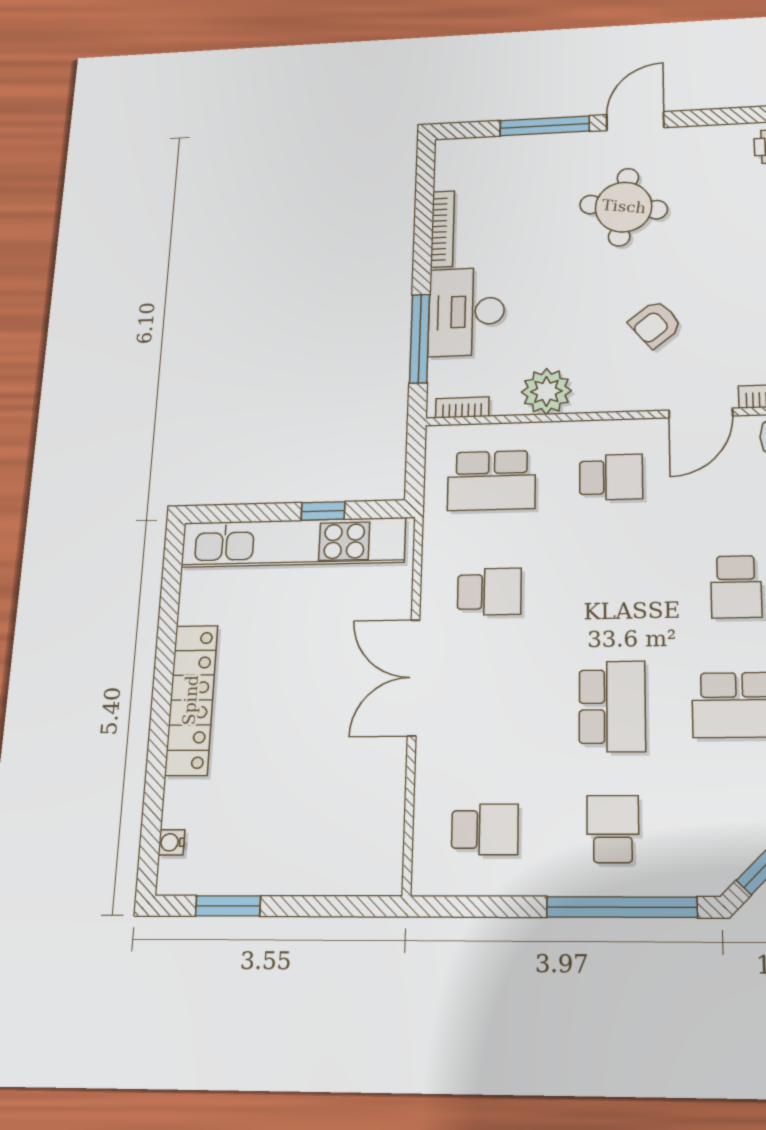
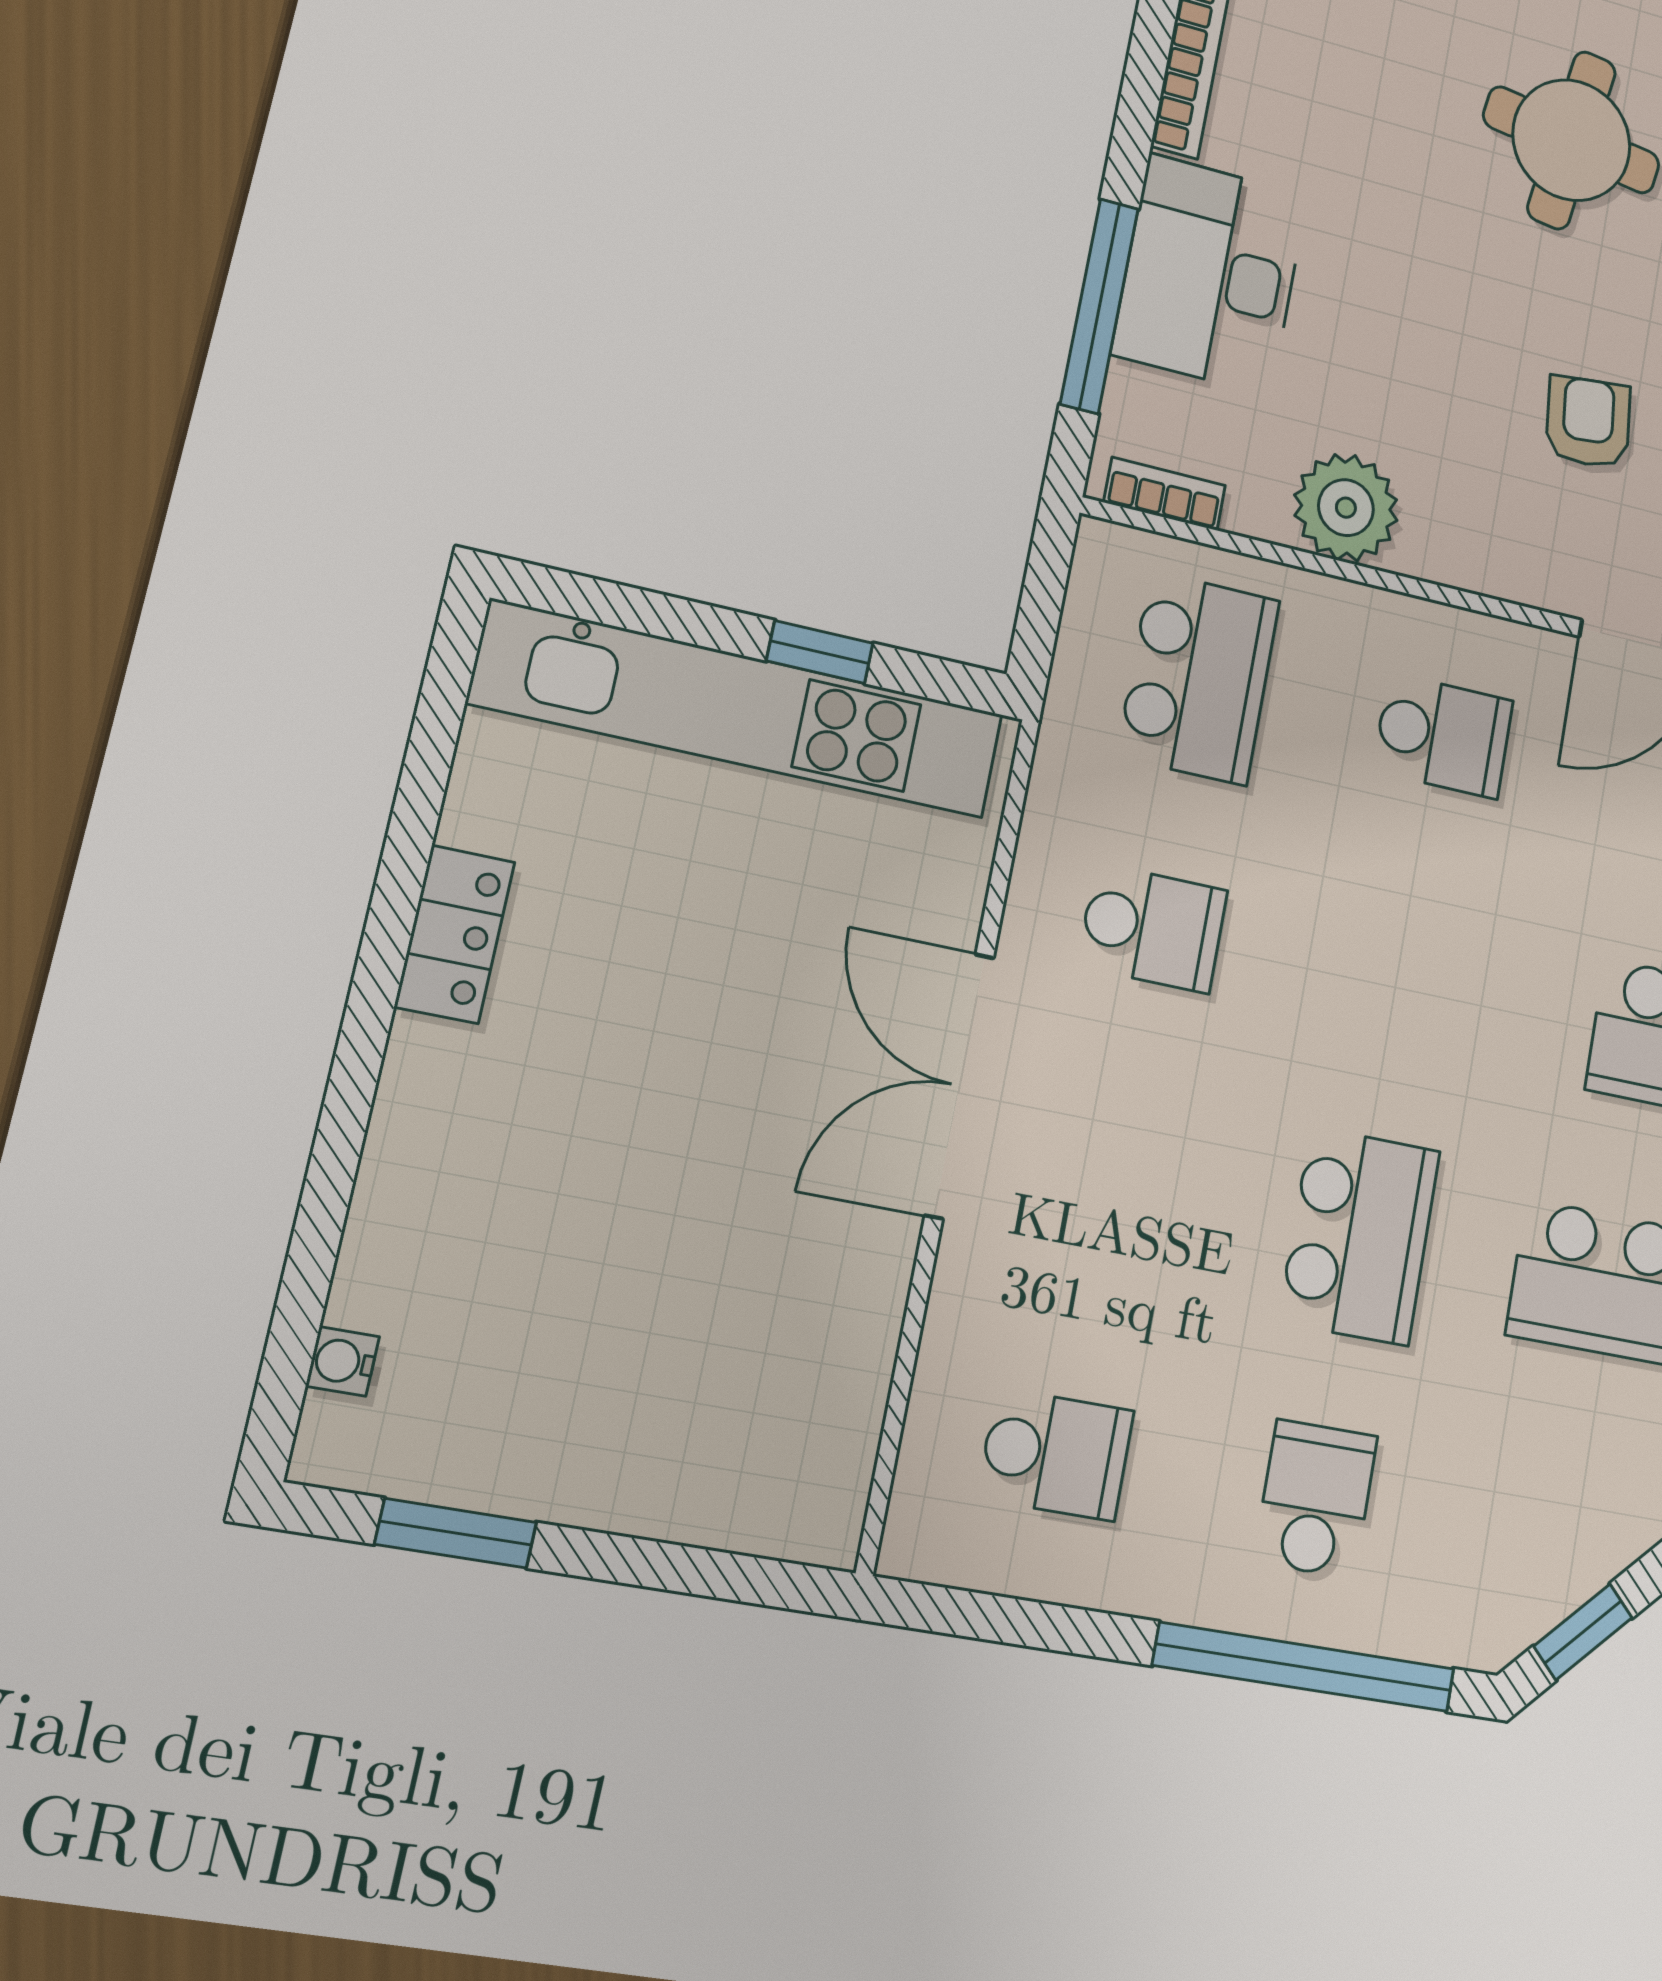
armchair: (655, 324) -> (1588, 422), turned 123
school desk: (491, 480) -> (1199, 678), turned -90
locker: (191, 700) -> (455, 934), width x0.46, depth x0.83

